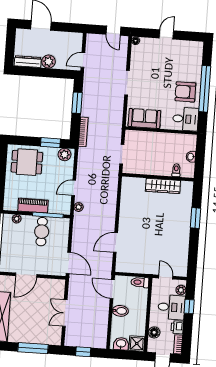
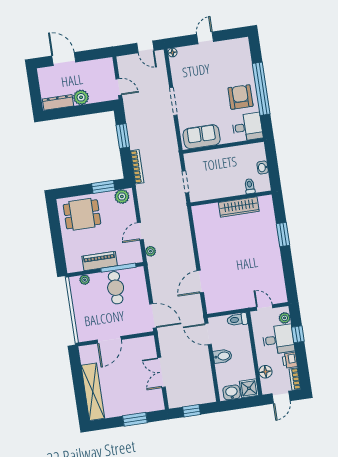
door: (83, 60) -> (119, 87), swing flipped
armchair: (185, 92) -> (240, 97), turned 90
window: (33, 348) -> (135, 419), width x0.69

